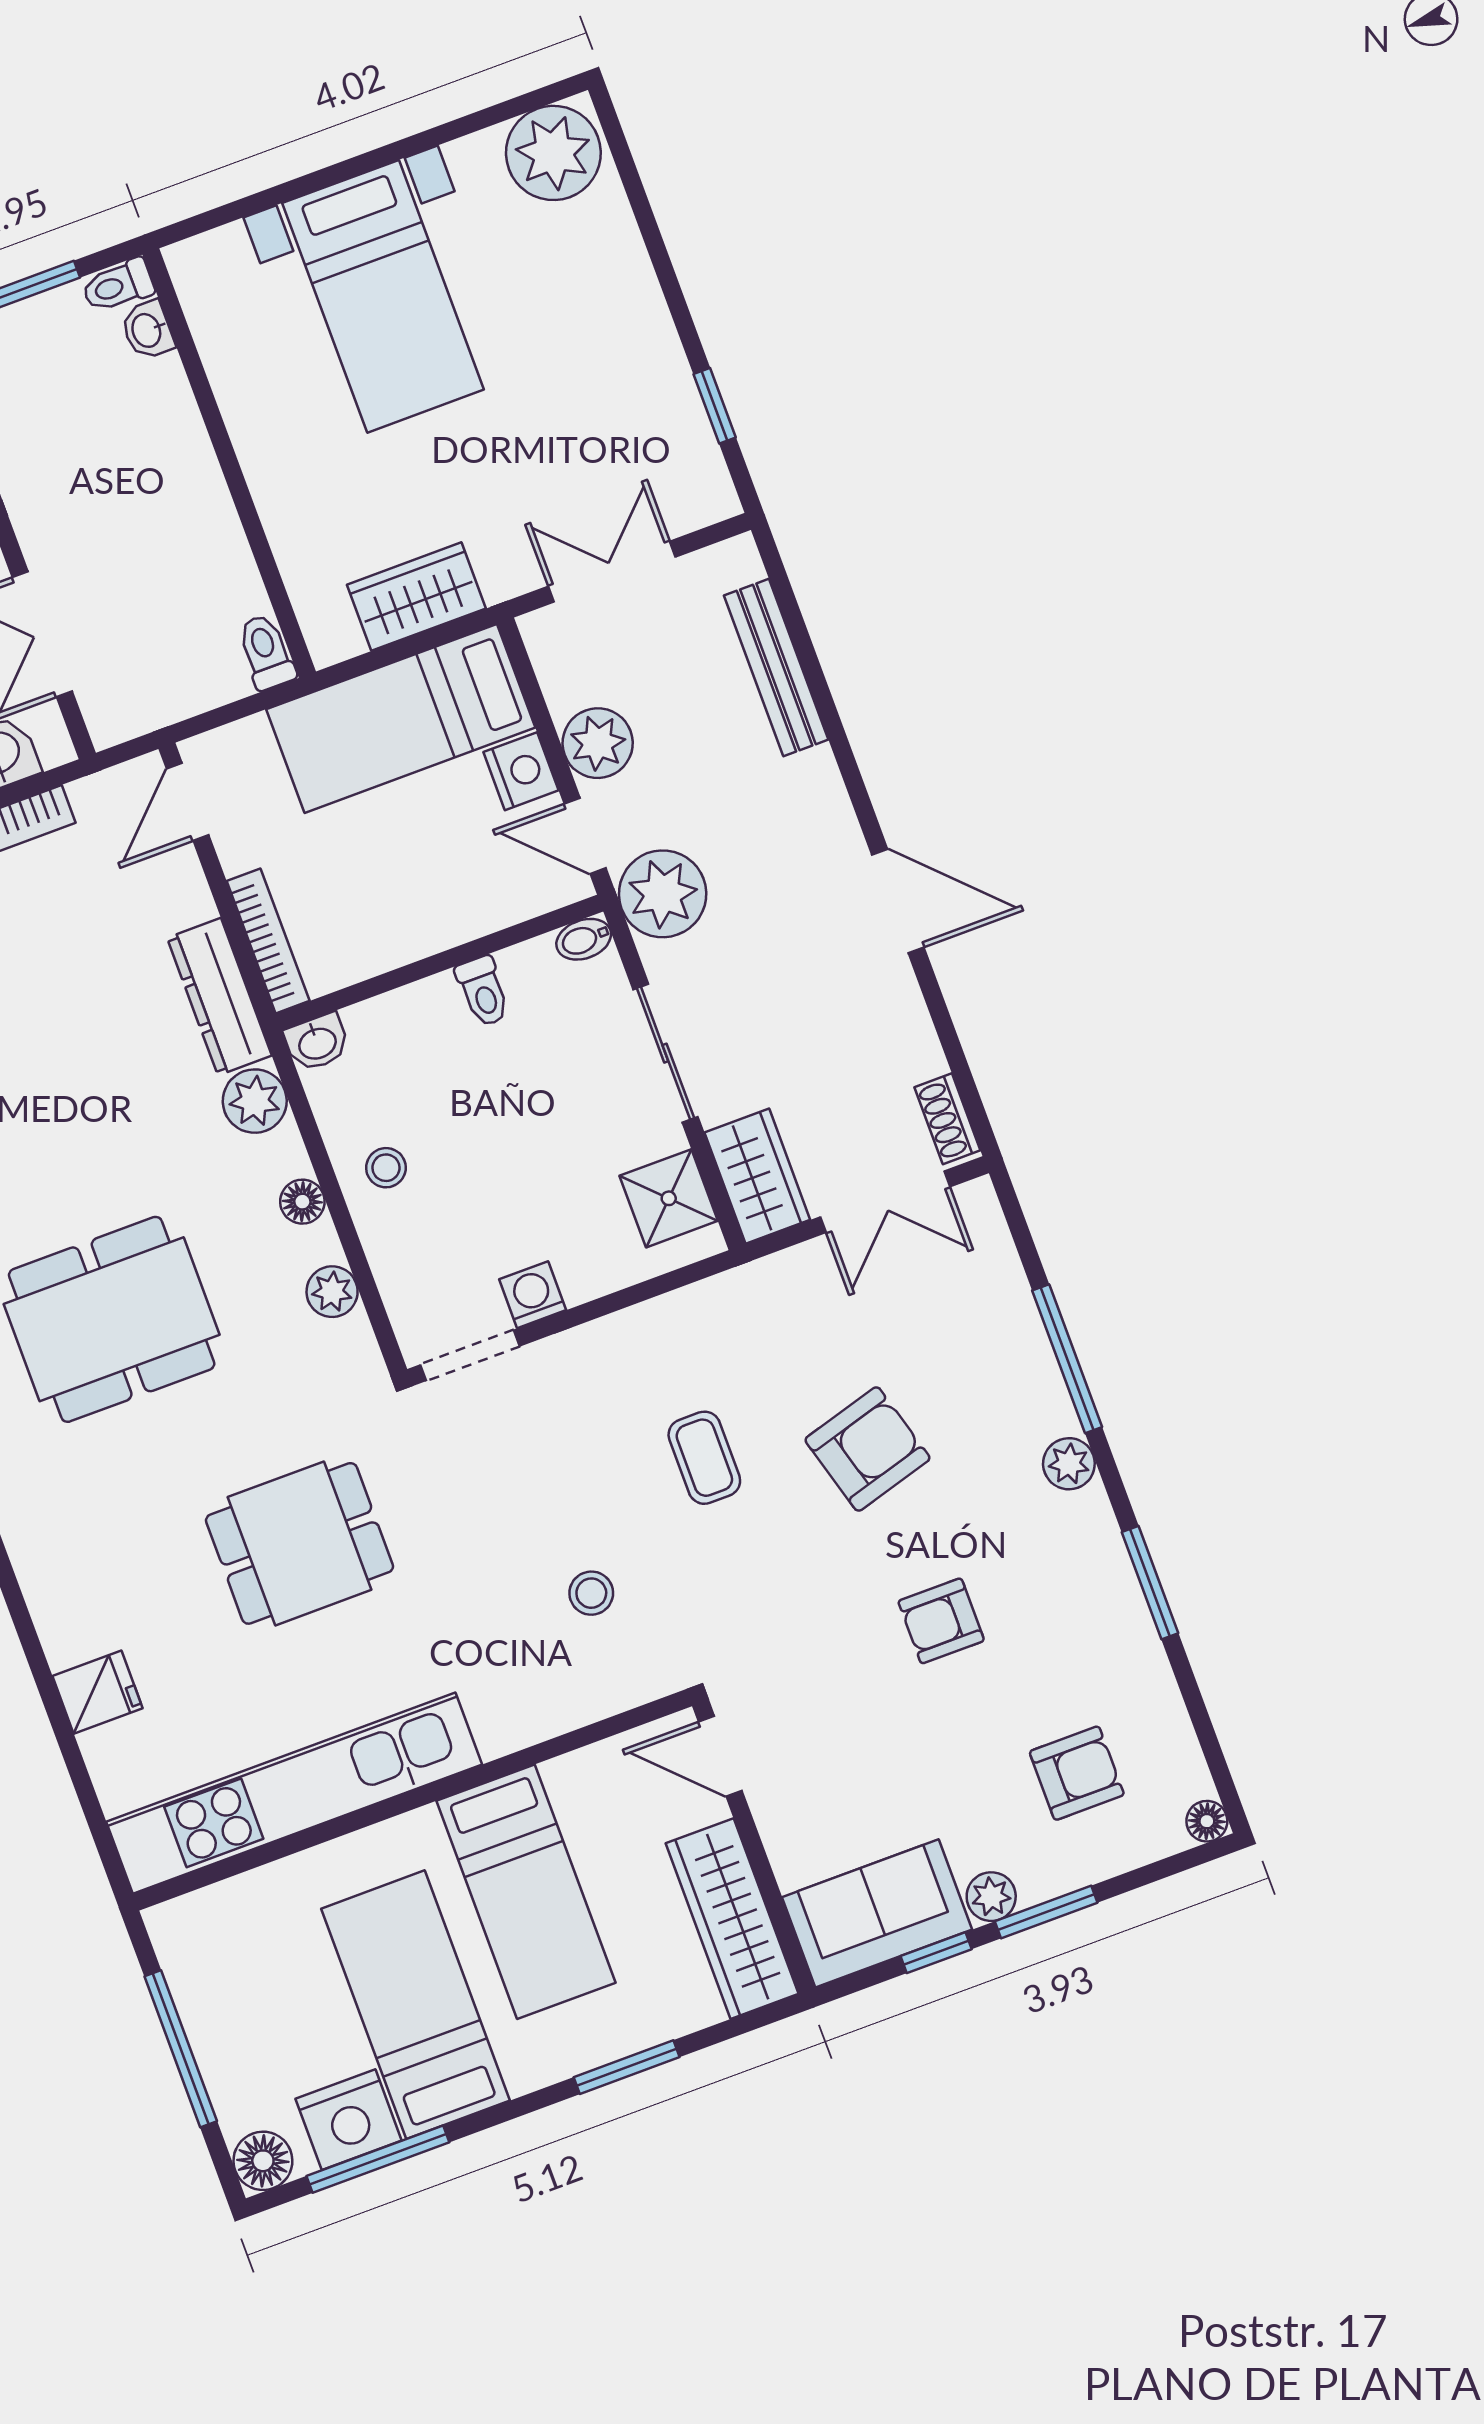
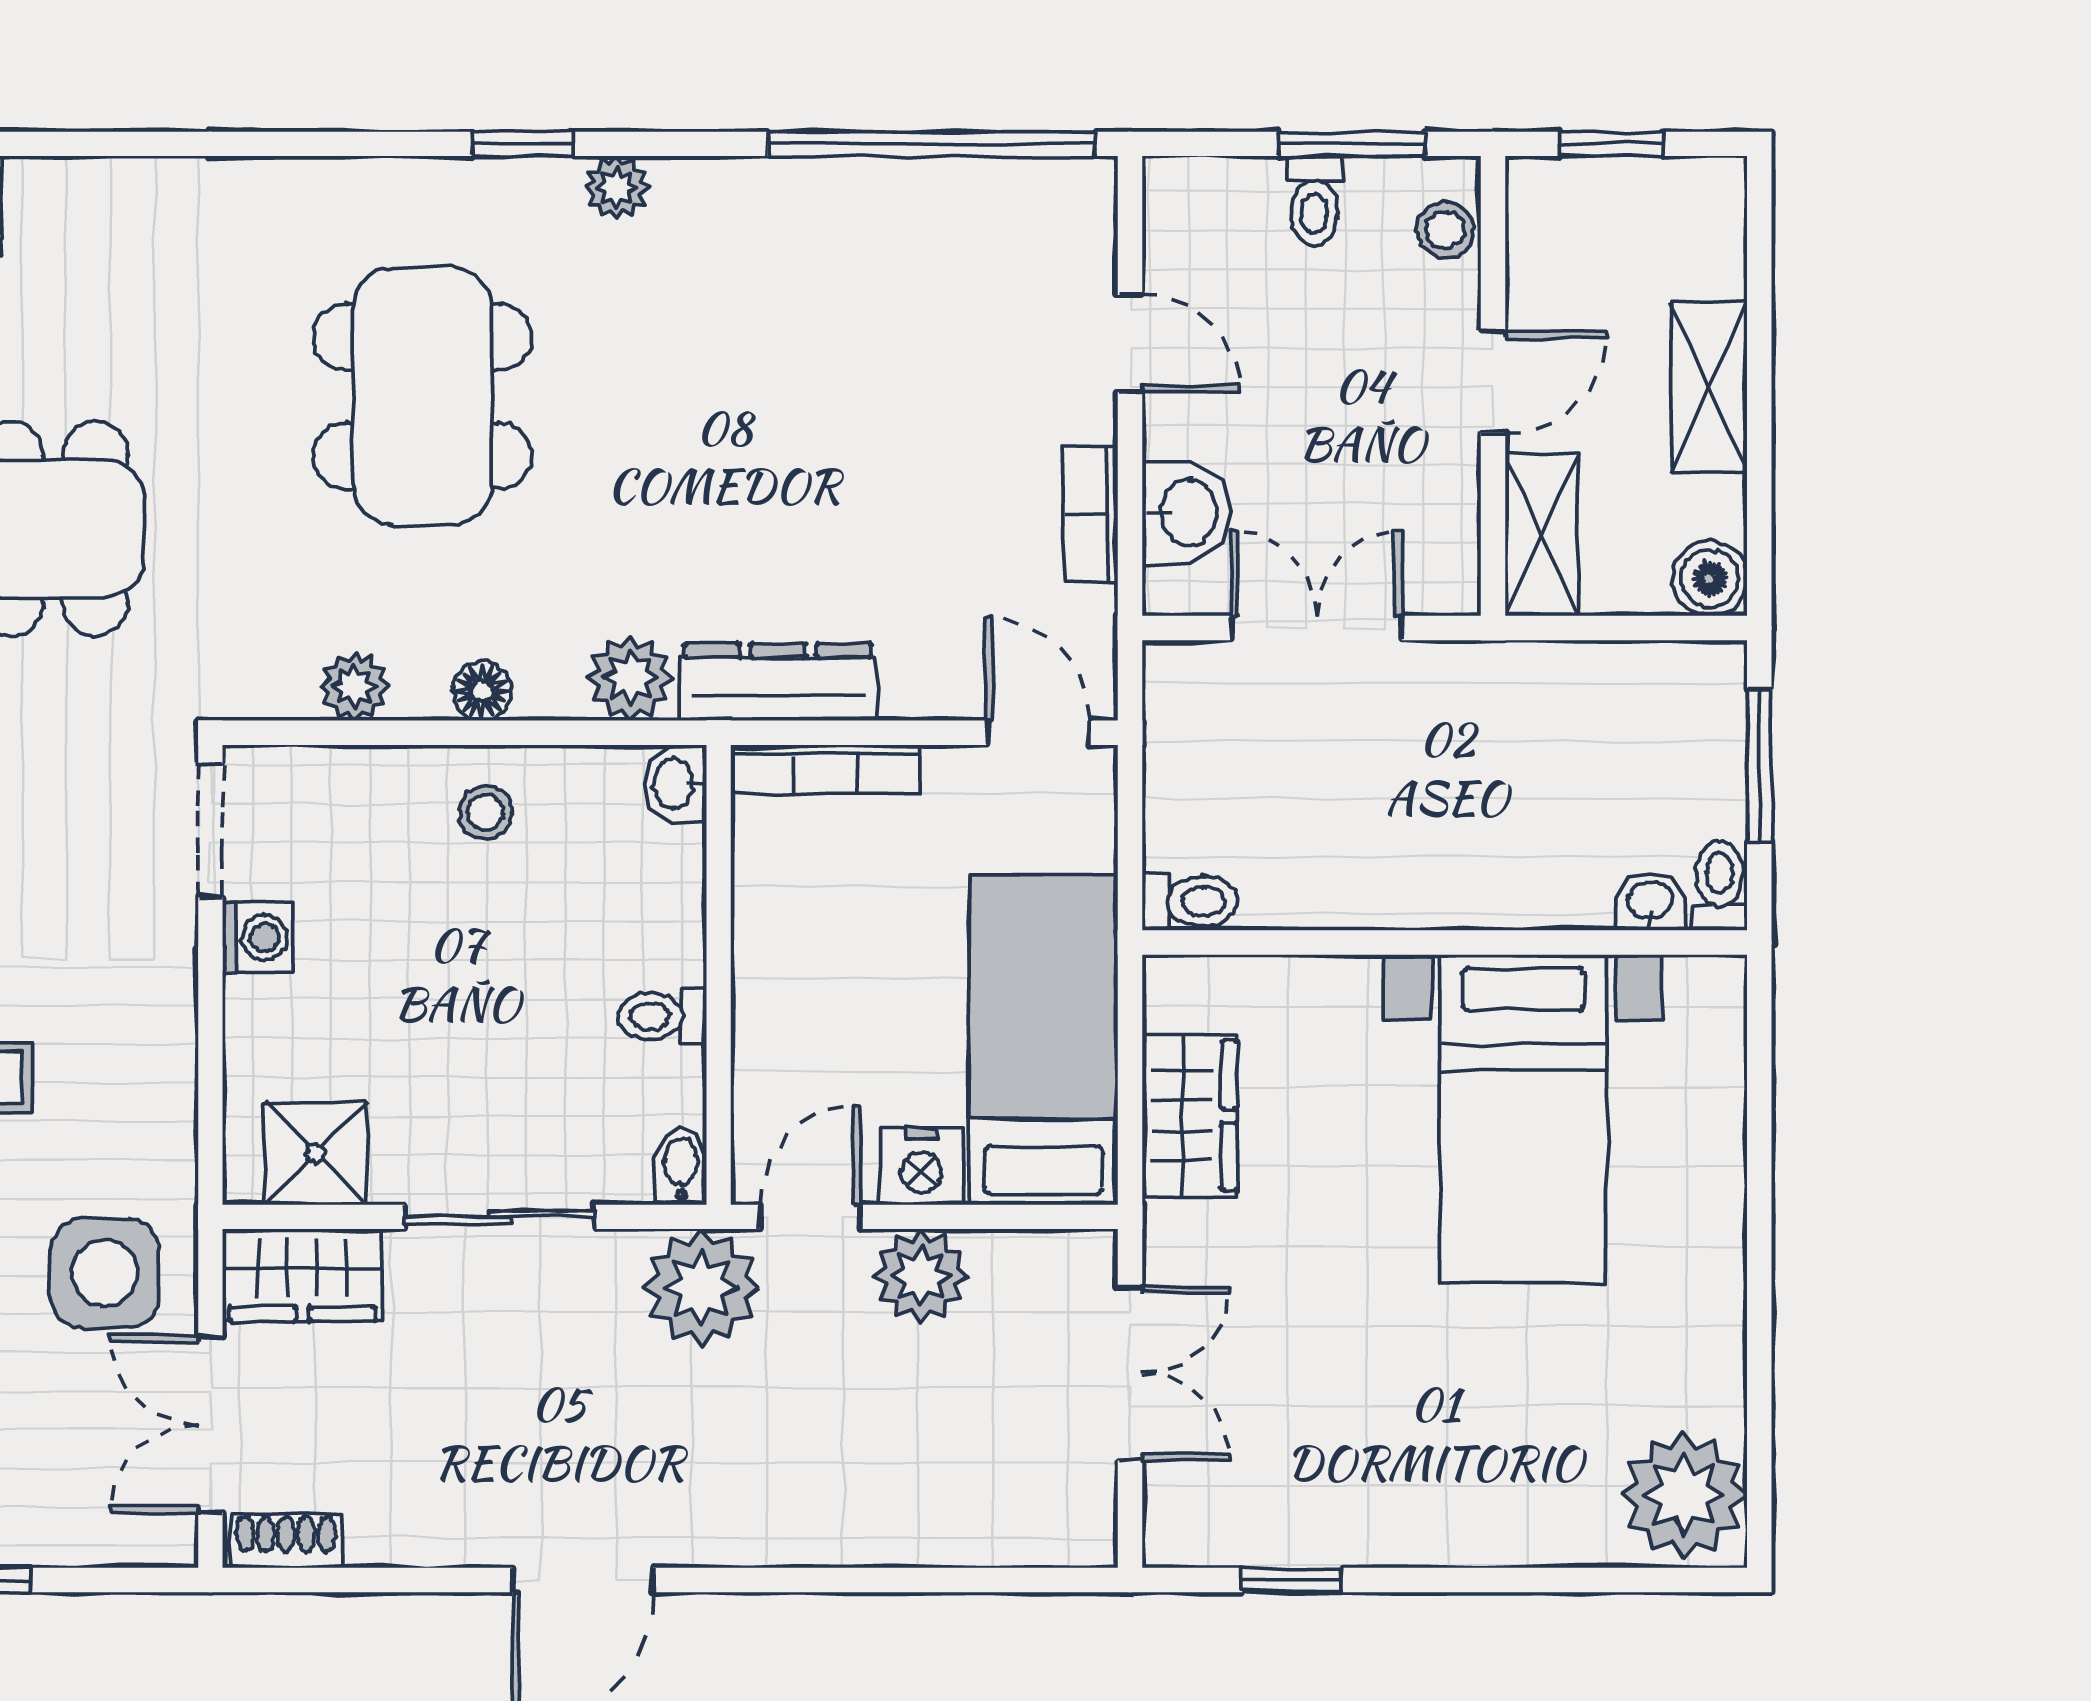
bed with nightstands: (383, 296) -> (1523, 1119), moved, turned -90
bench: (776, 667) -> (933, 1536), removed
side table: (807, 1315) -> (105, 1273), added

